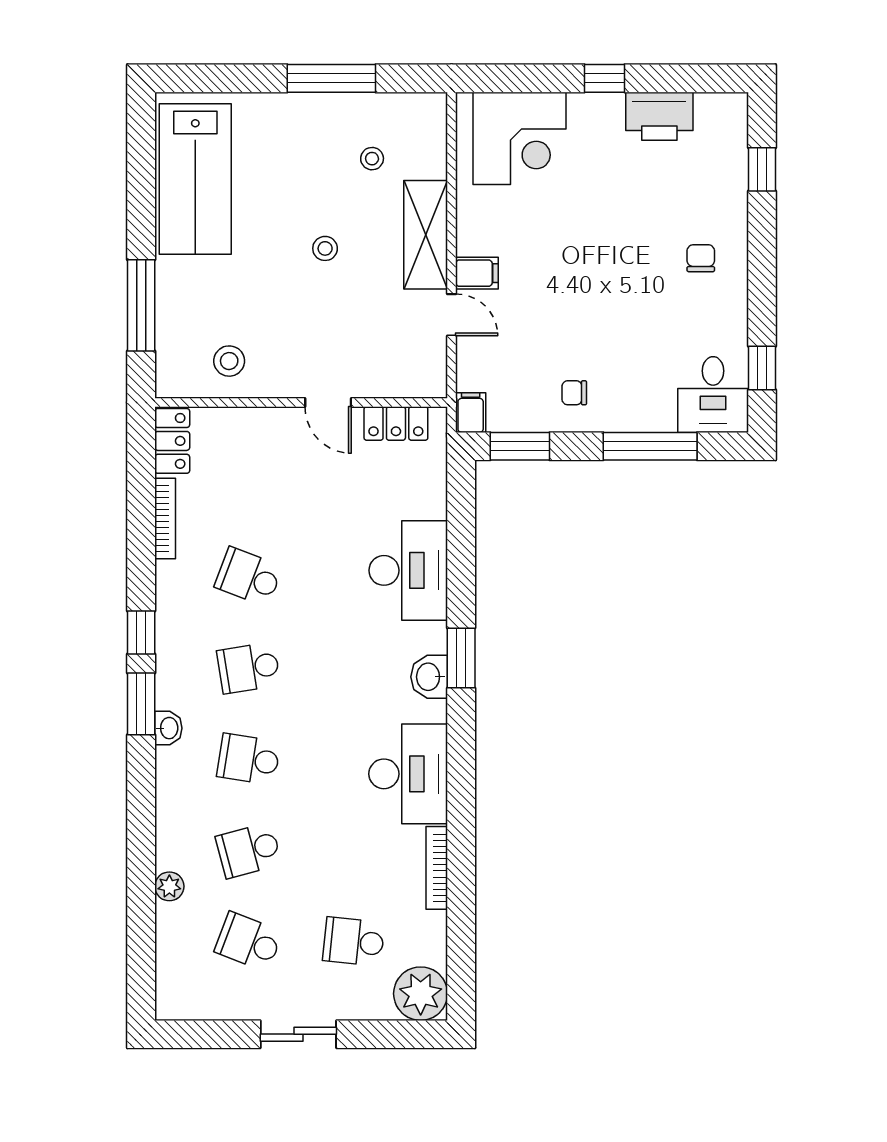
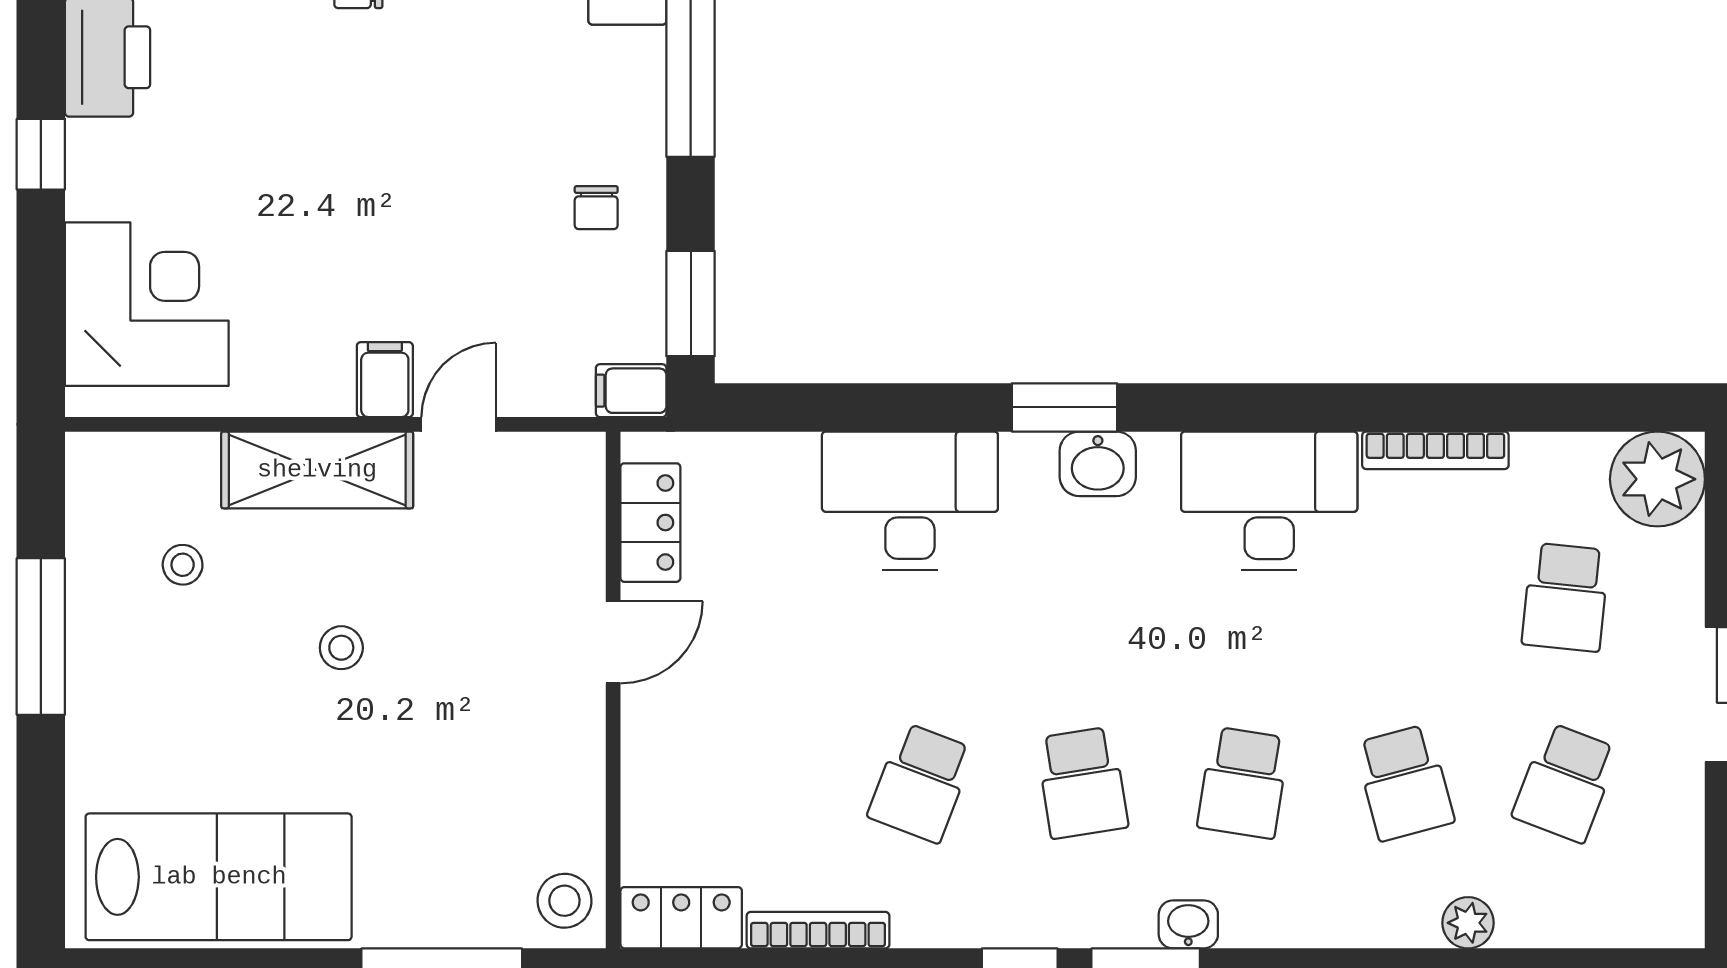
stool: (229, 361) -> (564, 901), moved

